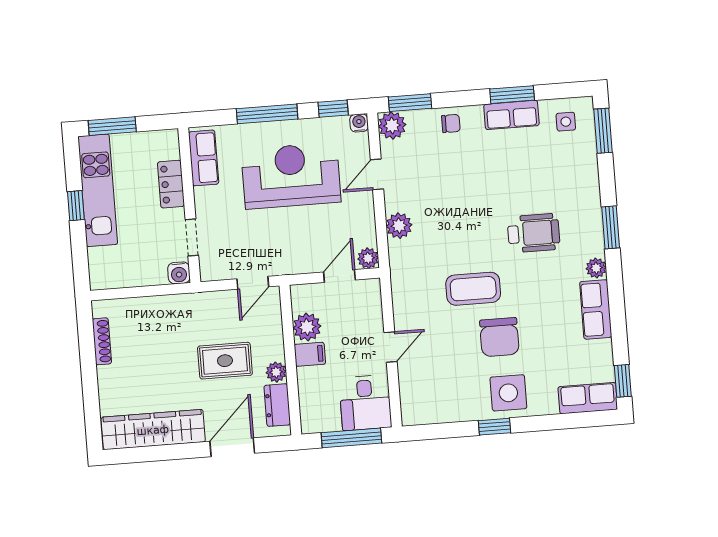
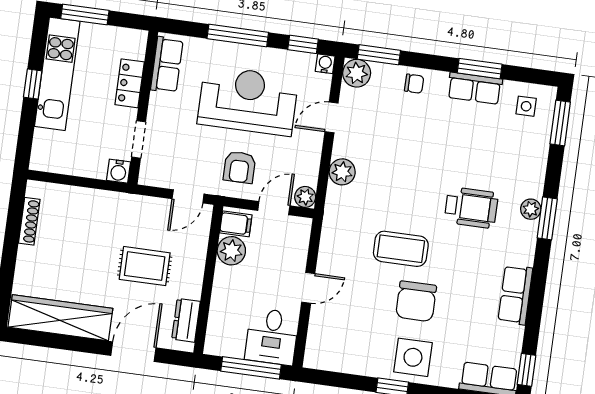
armchair: (297, 243) -> (240, 167), added
plant: (596, 268) -> (531, 209), moved
filing cabinet: (310, 354) -> (236, 224), moved
plant: (276, 372) -> (192, 288), removed

